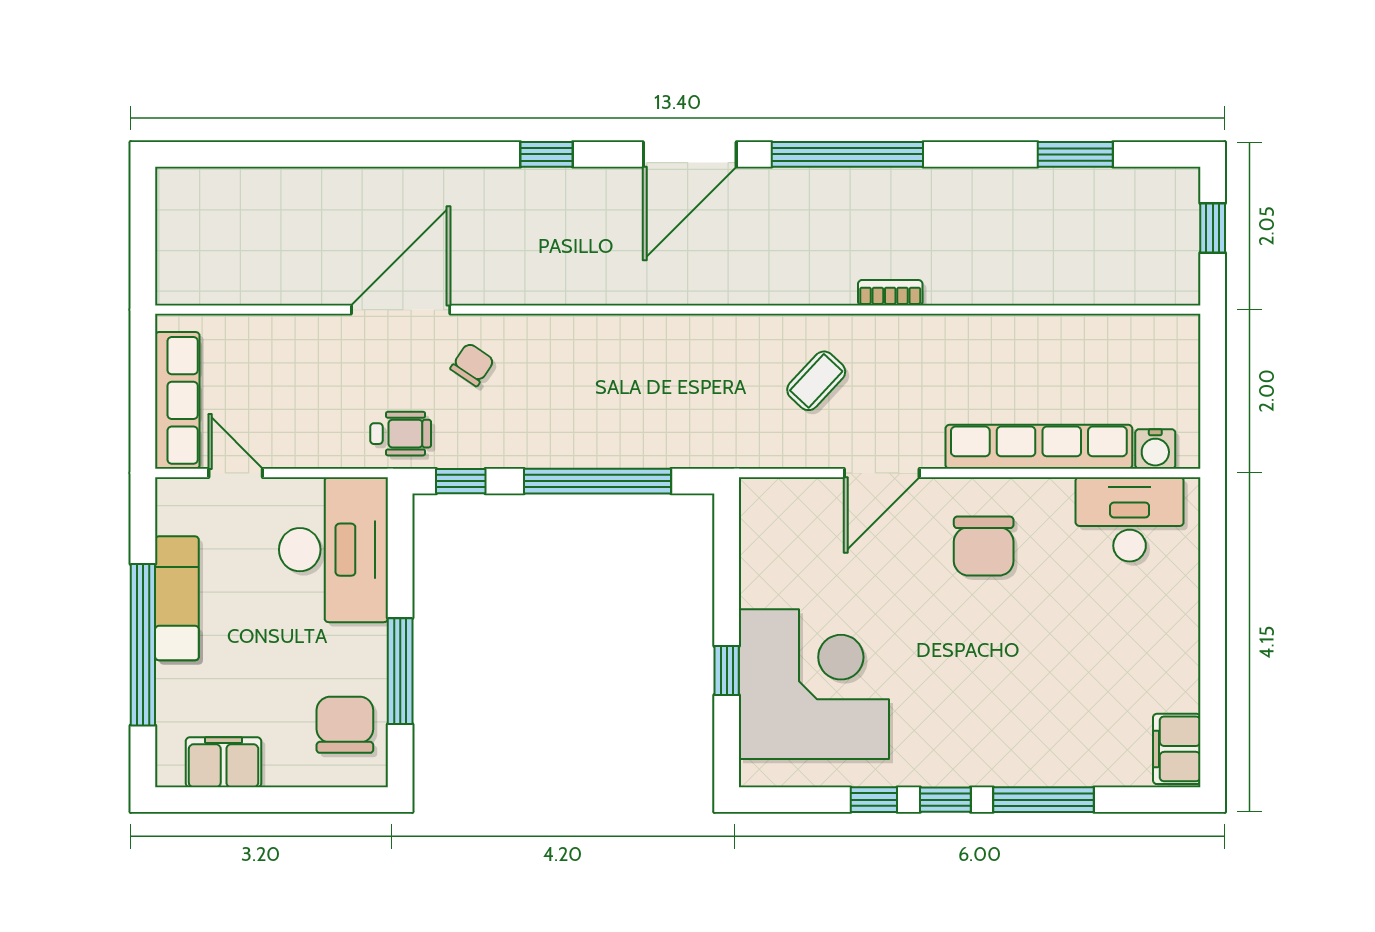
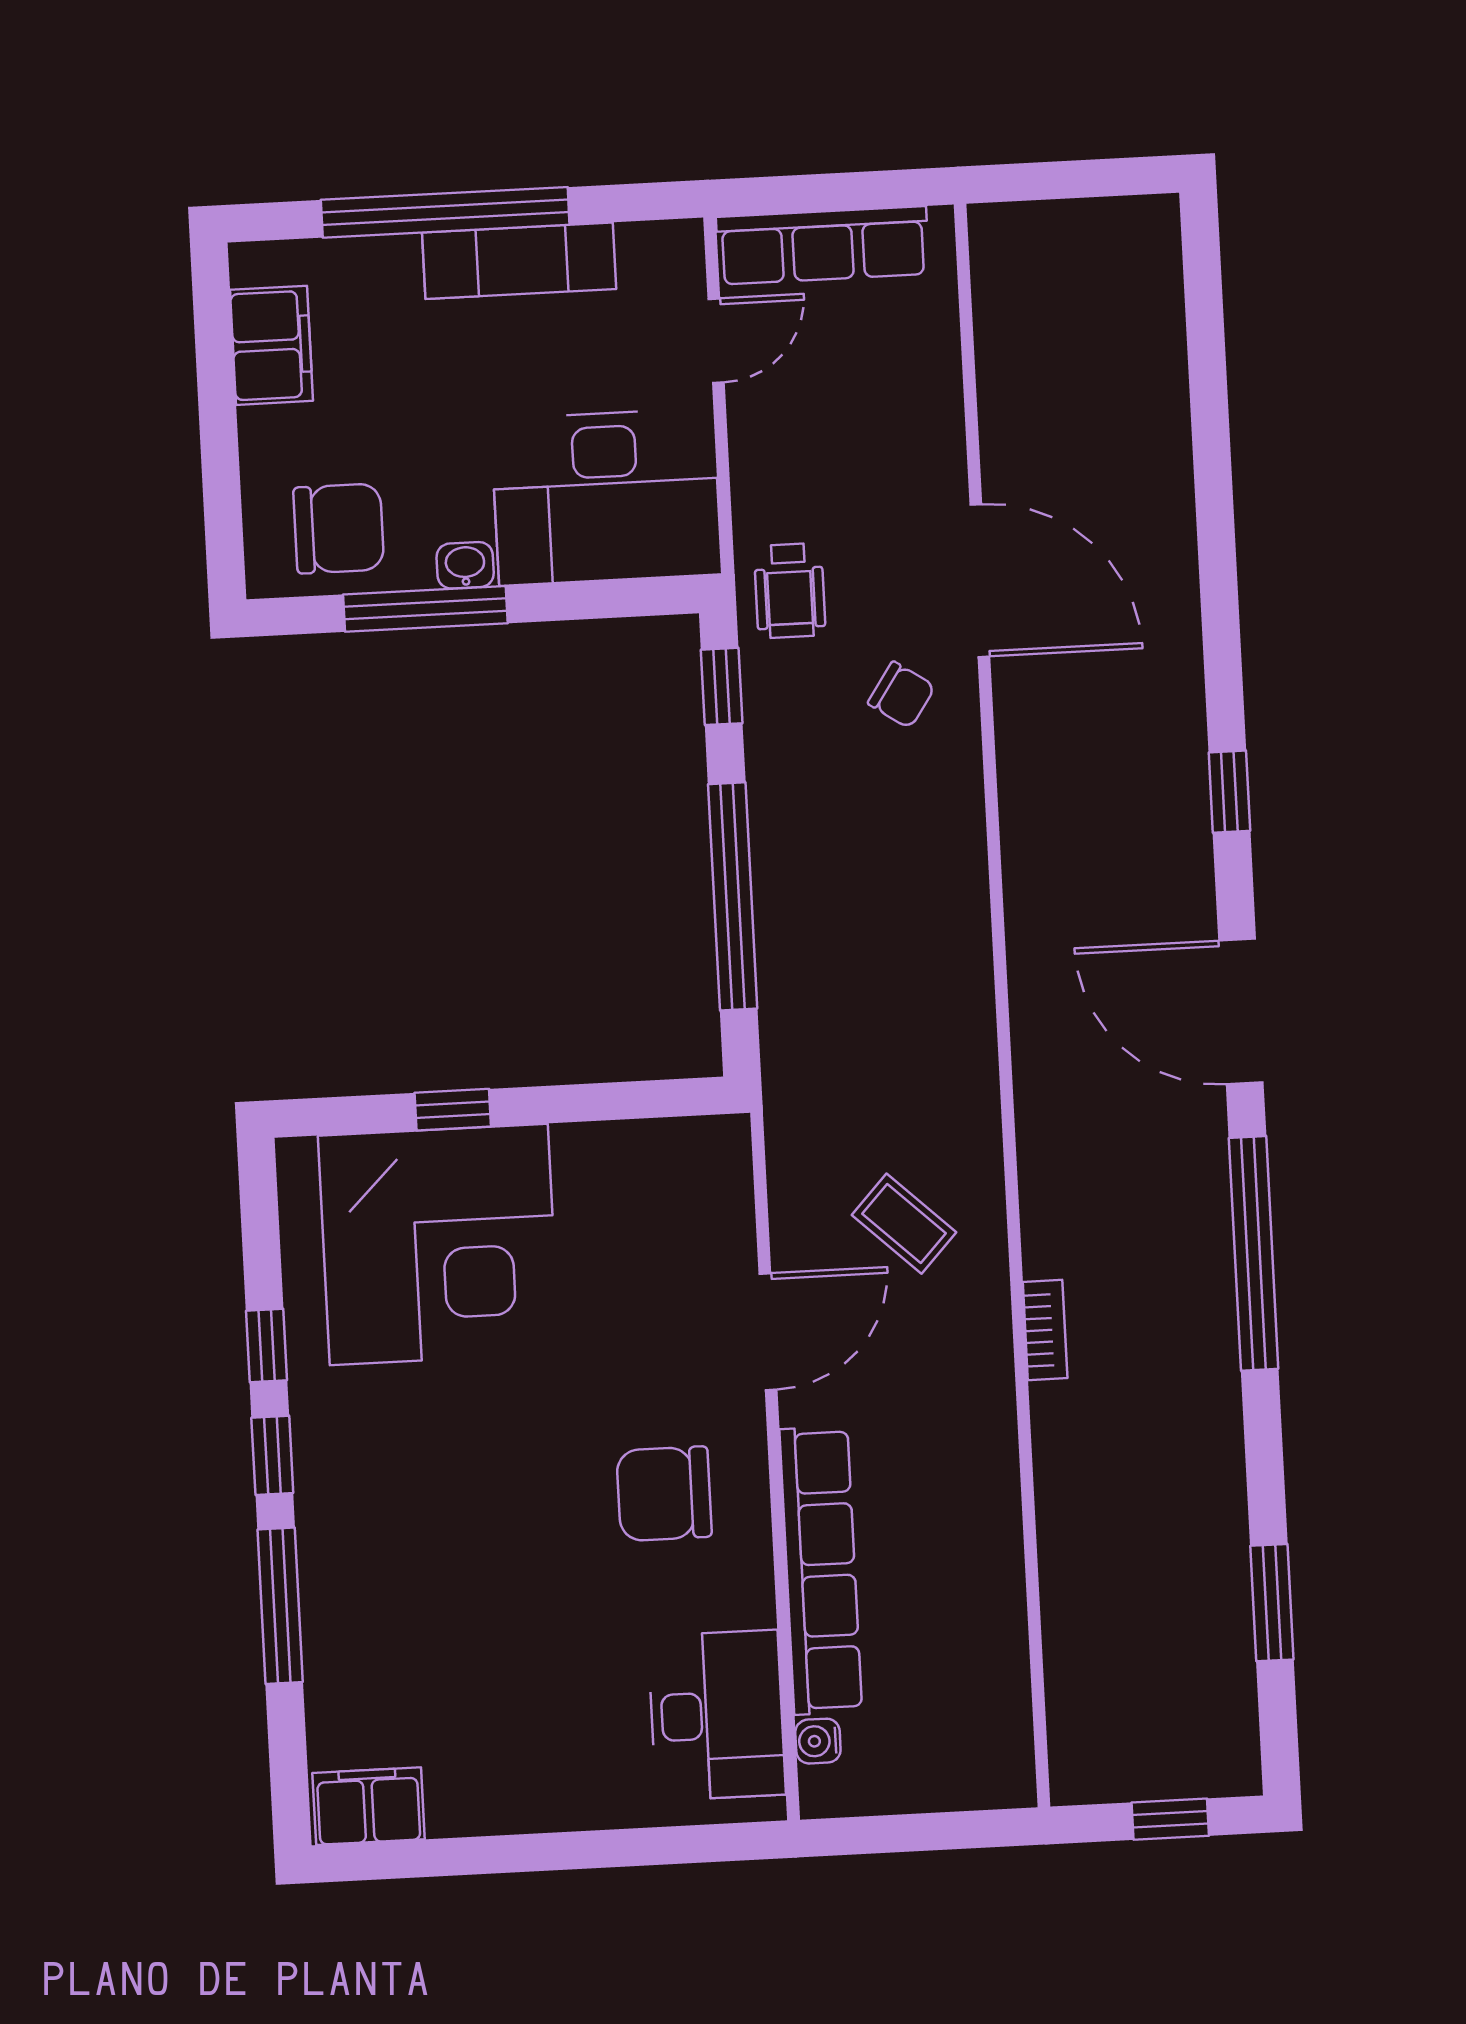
water cooler: (1155, 449) -> (818, 1741), width x0.72, depth x0.72
door: (882, 473) -> (768, 1332), swing flipped
washbasin: (373, 644) -> (465, 565), added

